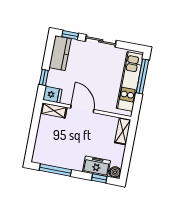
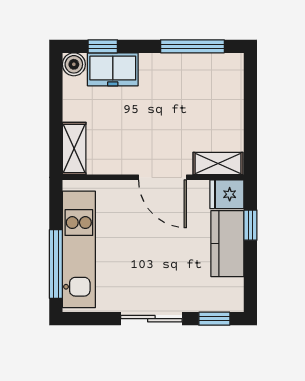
kitchen counter: (60, 53) -> (227, 244), moved

